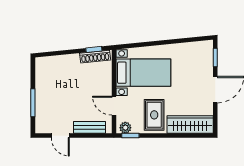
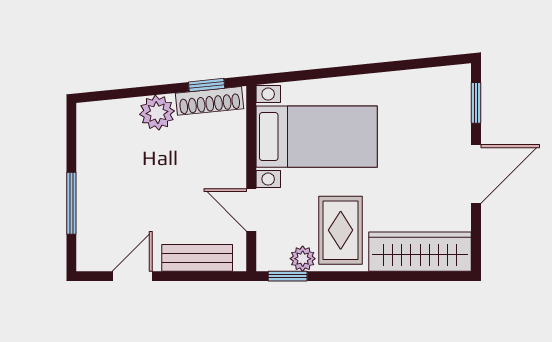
plant: (71, 62) -> (157, 113), added
plant: (125, 128) -> (303, 259), moved
door: (60, 136) -> (132, 276), swing flipped

